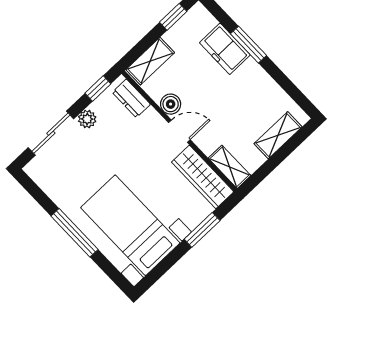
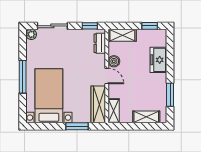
window: (248, 45) -> (170, 95), moved
plant: (87, 119) -> (31, 34), moved

